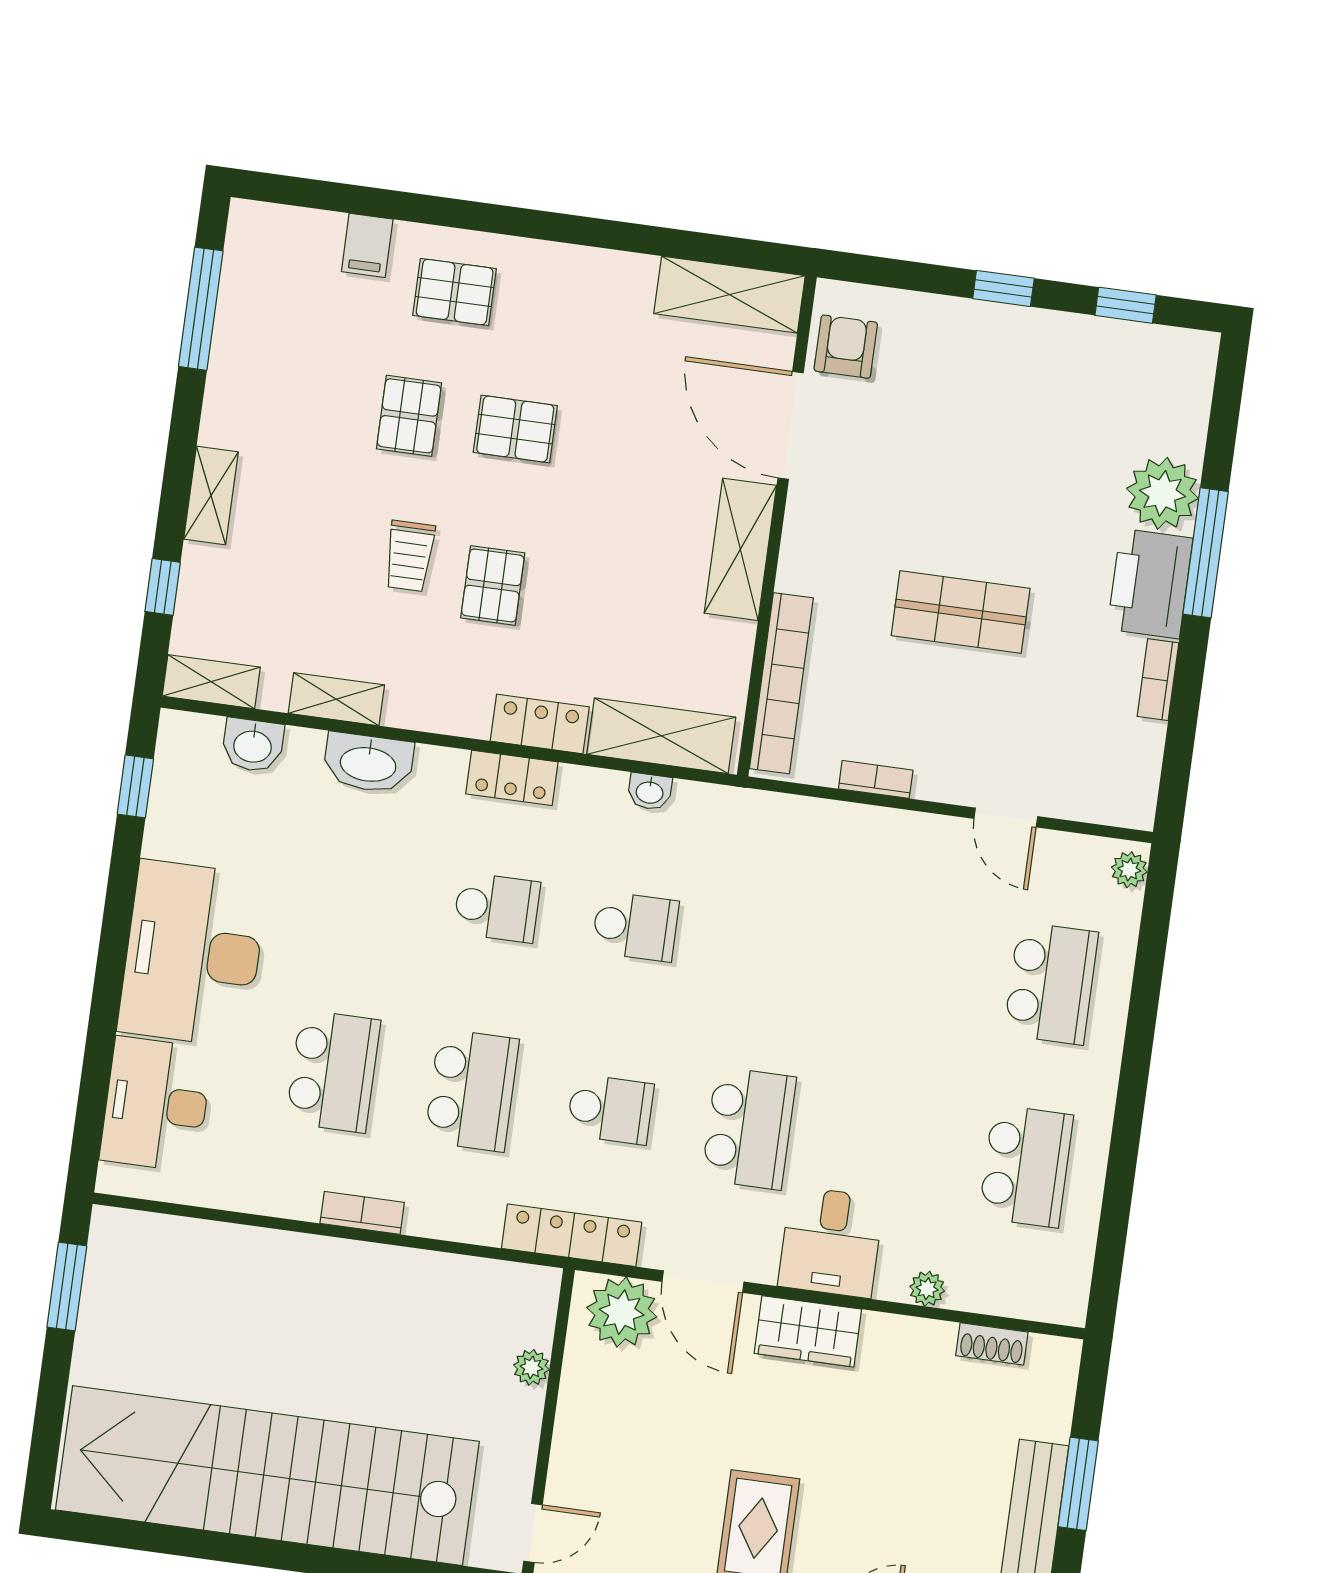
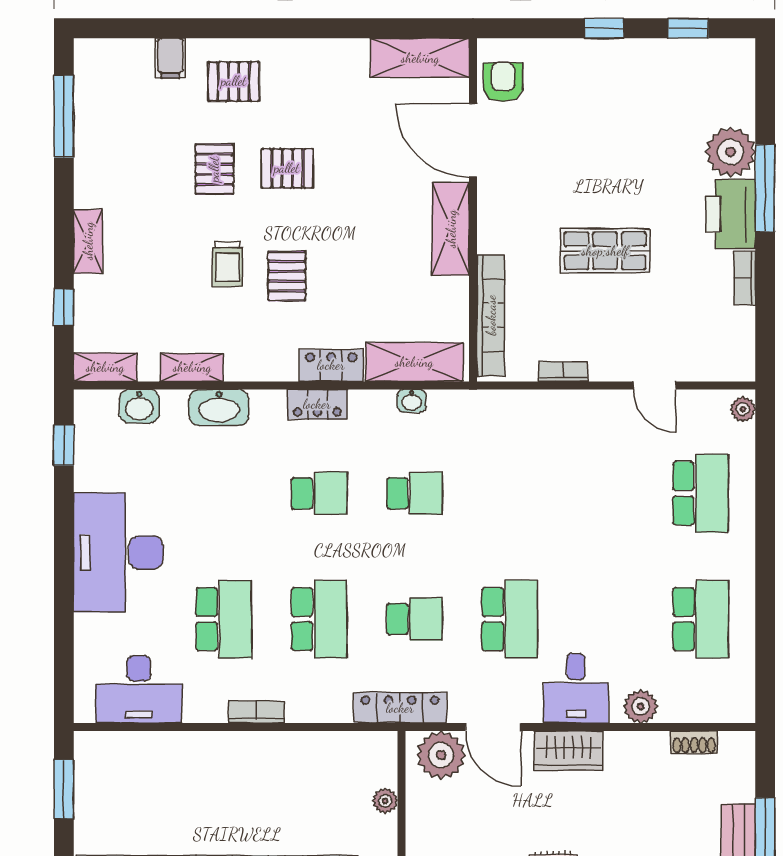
desk: (156, 1104) -> (139, 689), moved, turned -90
plant: (927, 1289) -> (641, 706), width x1.38, depth x1.38

